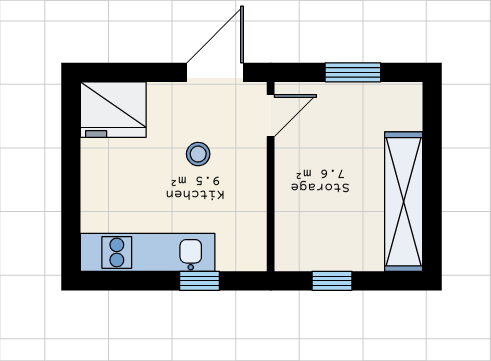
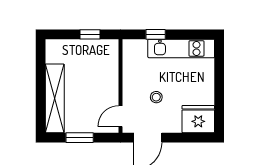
shelving: (404, 202) -> (55, 98), moved

